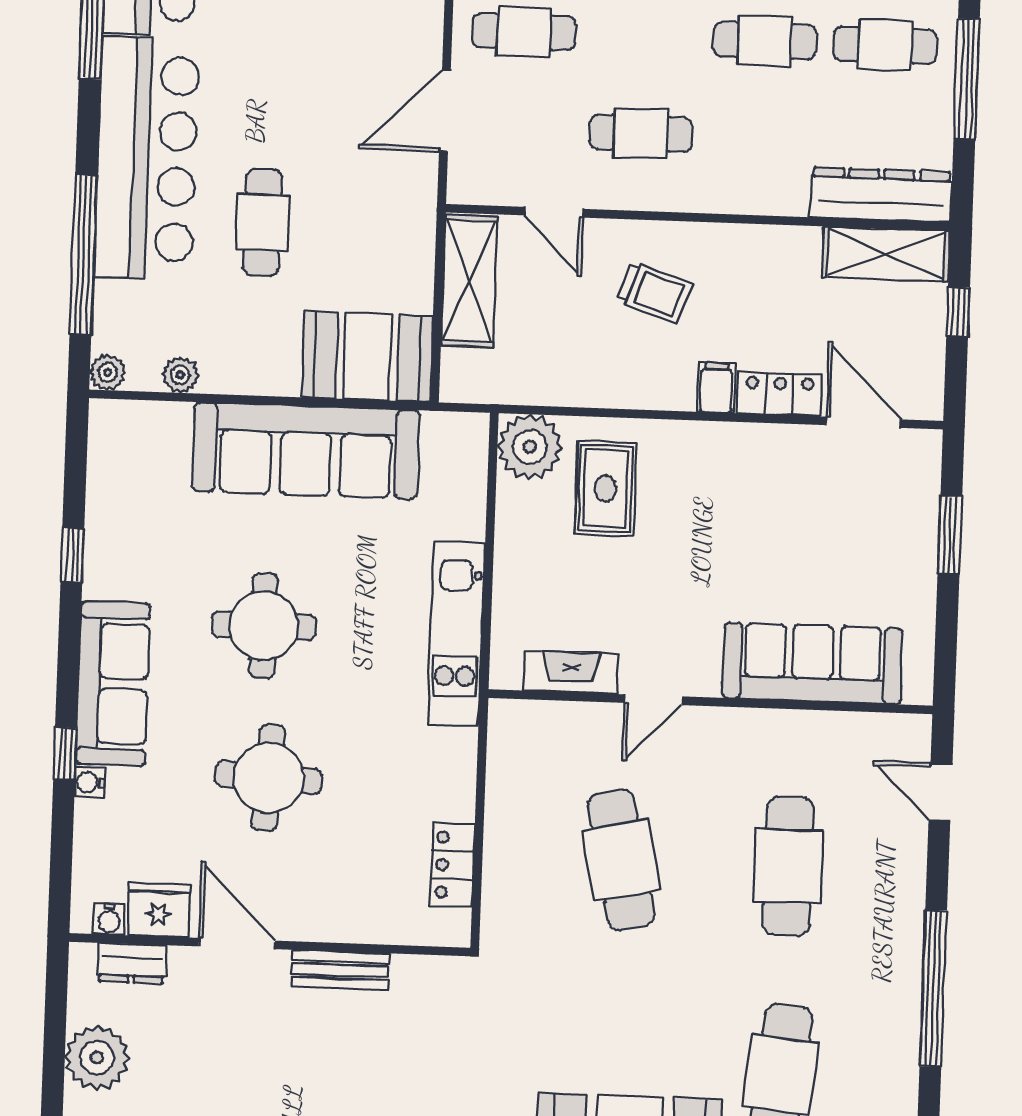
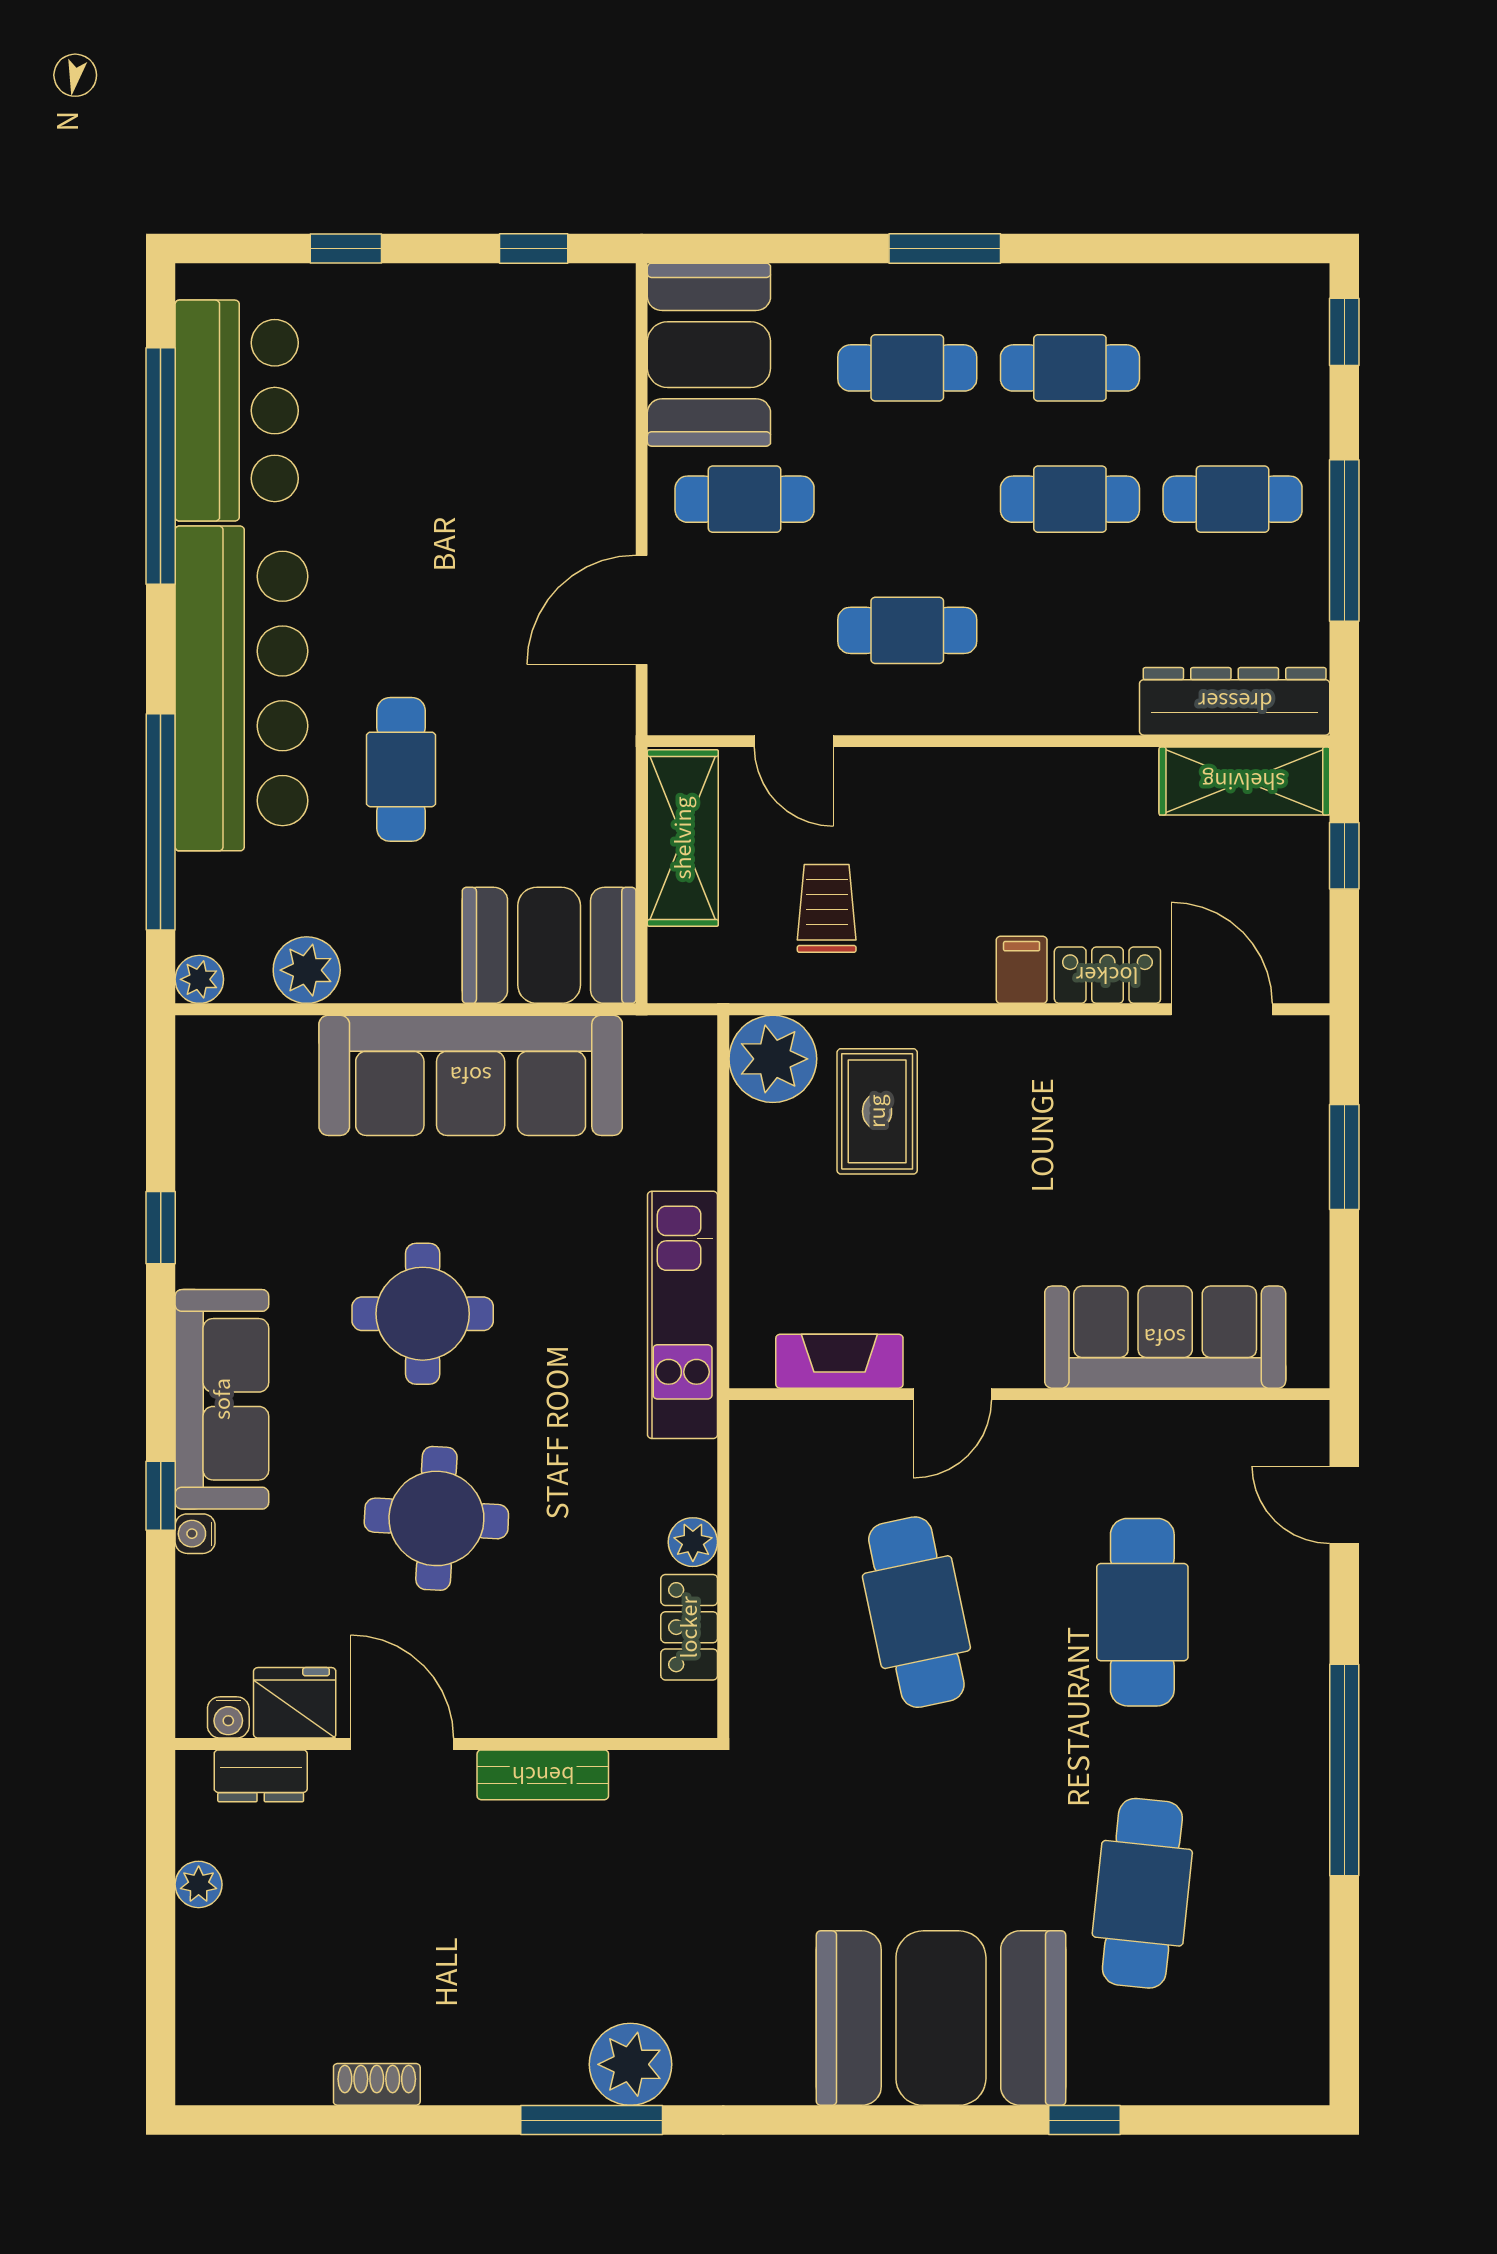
trolley: (654, 292) -> (827, 908), moved, turned -109
plant: (180, 375) -> (307, 970), width x1.38, depth x1.38
plant: (458, 802) -> (693, 1542), added
plant: (97, 1058) -> (199, 1884), width x0.53, depth x0.53

